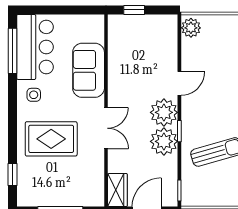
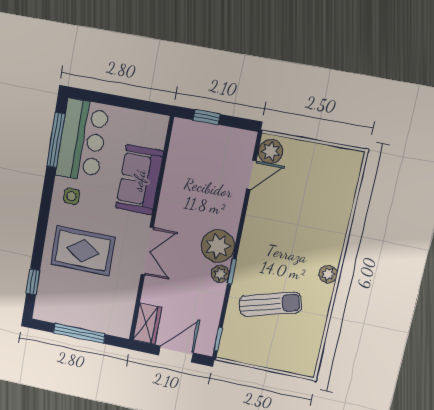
door: (179, 83) -> (251, 175), moved
plant: (164, 141) -> (220, 274), width x0.53, depth x0.53

